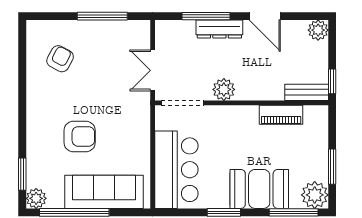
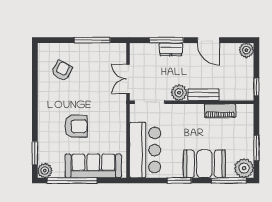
dresser: (219, 29) -> (171, 49), width x0.70
bench: (307, 92) -> (204, 95), moved

